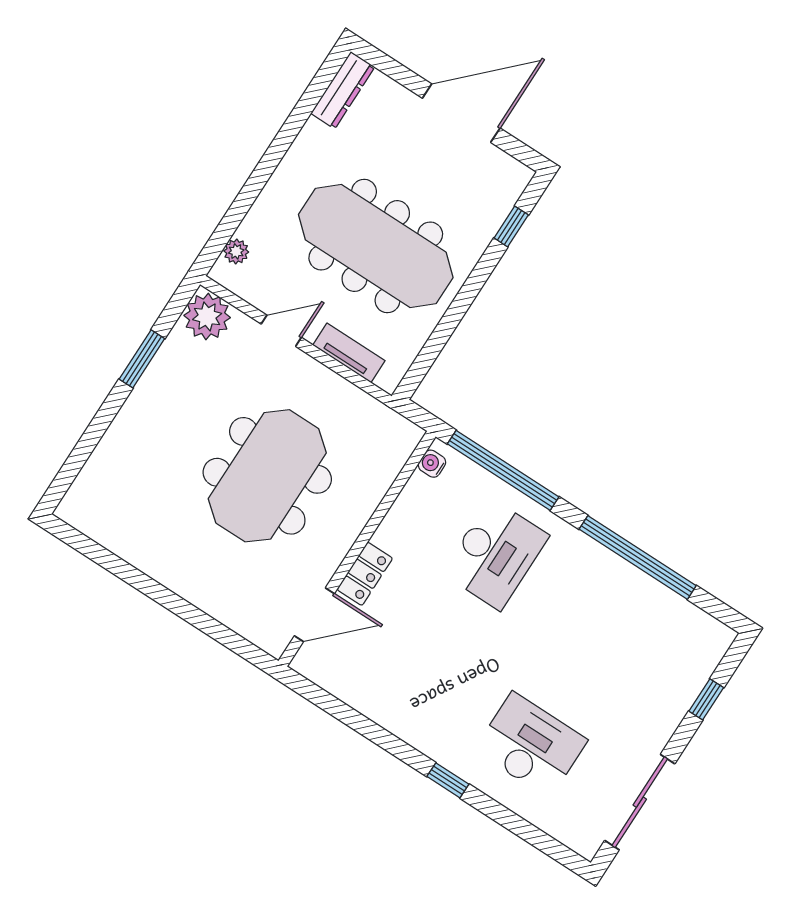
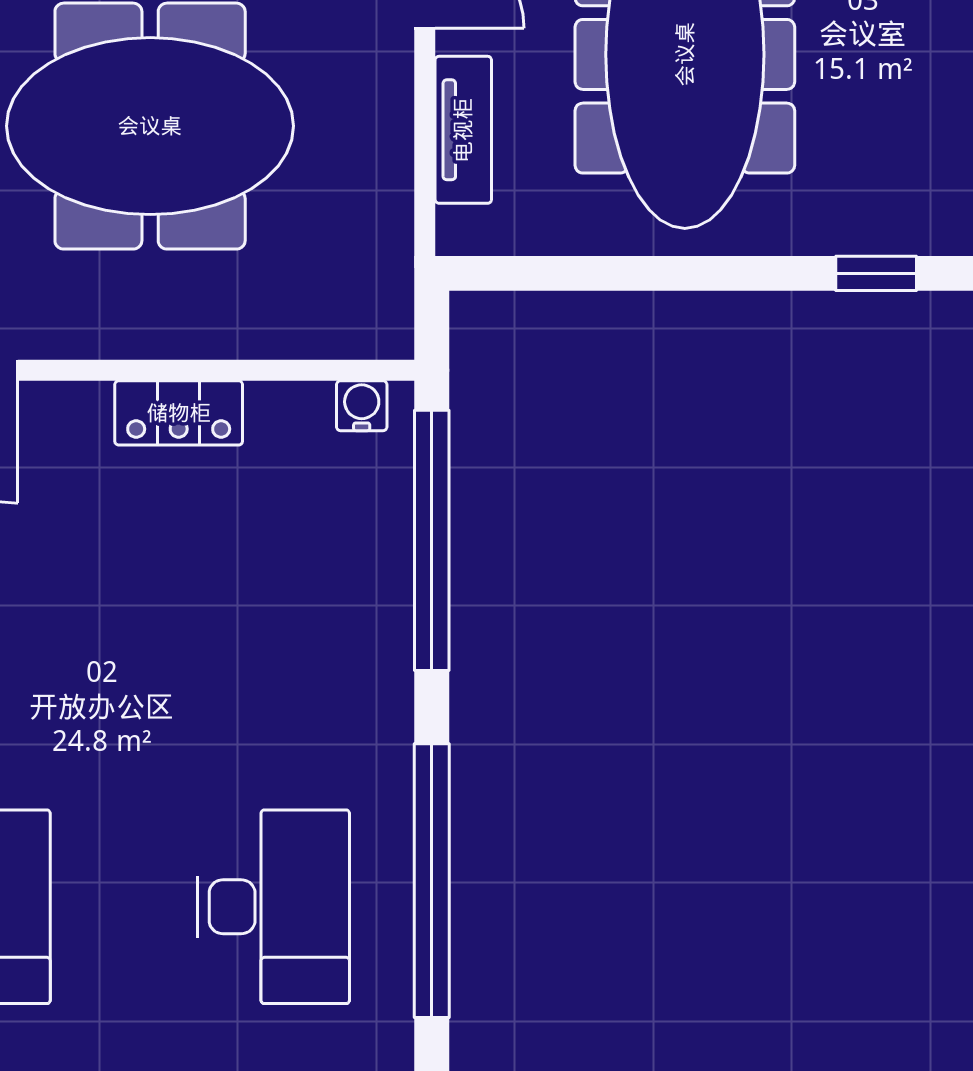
desk: (495, 554) -> (273, 907), moved, turned -90
locker: (365, 574) -> (179, 413), moved

